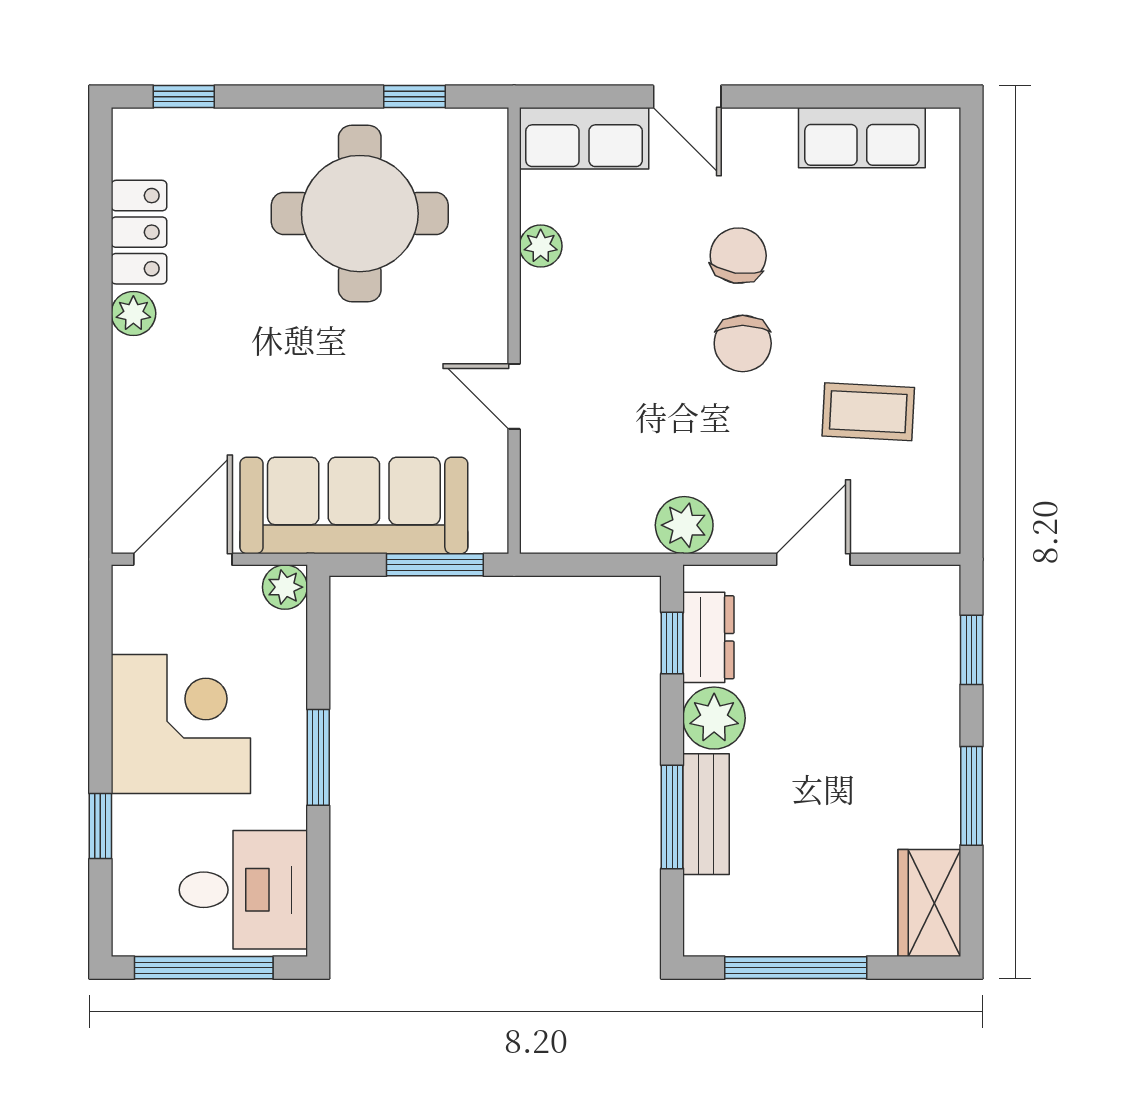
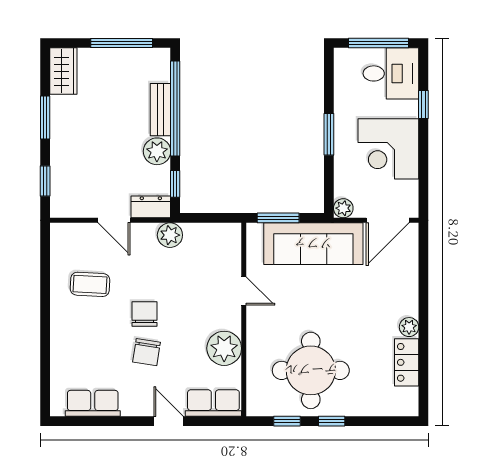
window: (184, 97) -> (332, 421), moved
plant: (541, 246) -> (224, 348), width x1.88, depth x1.88
door: (813, 559) -> (114, 220), hinge flipped
dresser: (708, 637) -> (151, 207), moved, turned 90
window: (672, 817) -> (175, 108), width x2.11
desk: (243, 890) -> (391, 73), moved, turned 180

